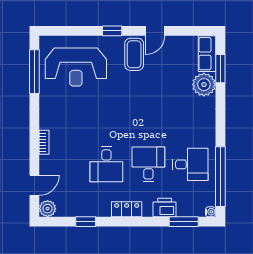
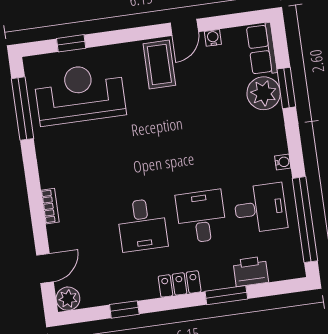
window: (112, 31) -> (71, 43), moved
water cooler: (174, 41) -> (213, 38), added
reception desk: (76, 67) -> (80, 94), turned 180
window: (220, 69) -> (286, 88), moved
printer: (165, 207) -> (251, 271), moved
water cooler: (211, 212) -> (283, 162), moved
window: (184, 222) -> (226, 295), moved

